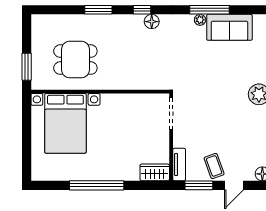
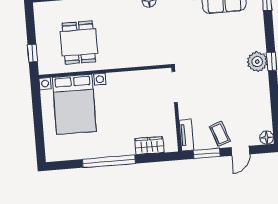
dining table: (75, 60) -> (79, 42), turned 90
window: (27, 67) -> (33, 53), width x0.67
wardrobe: (155, 172) -> (149, 146), moved

